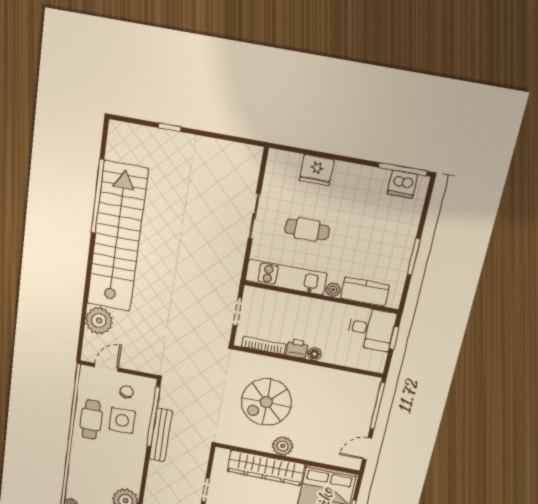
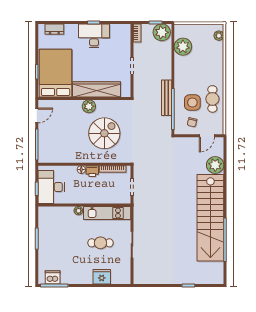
kitchen counter: (365, 292) -> (60, 213), removed
desk: (371, 329) -> (51, 187), width x1.37

